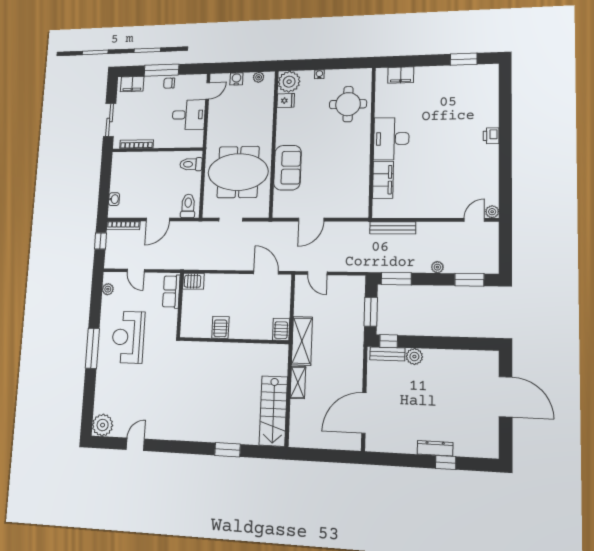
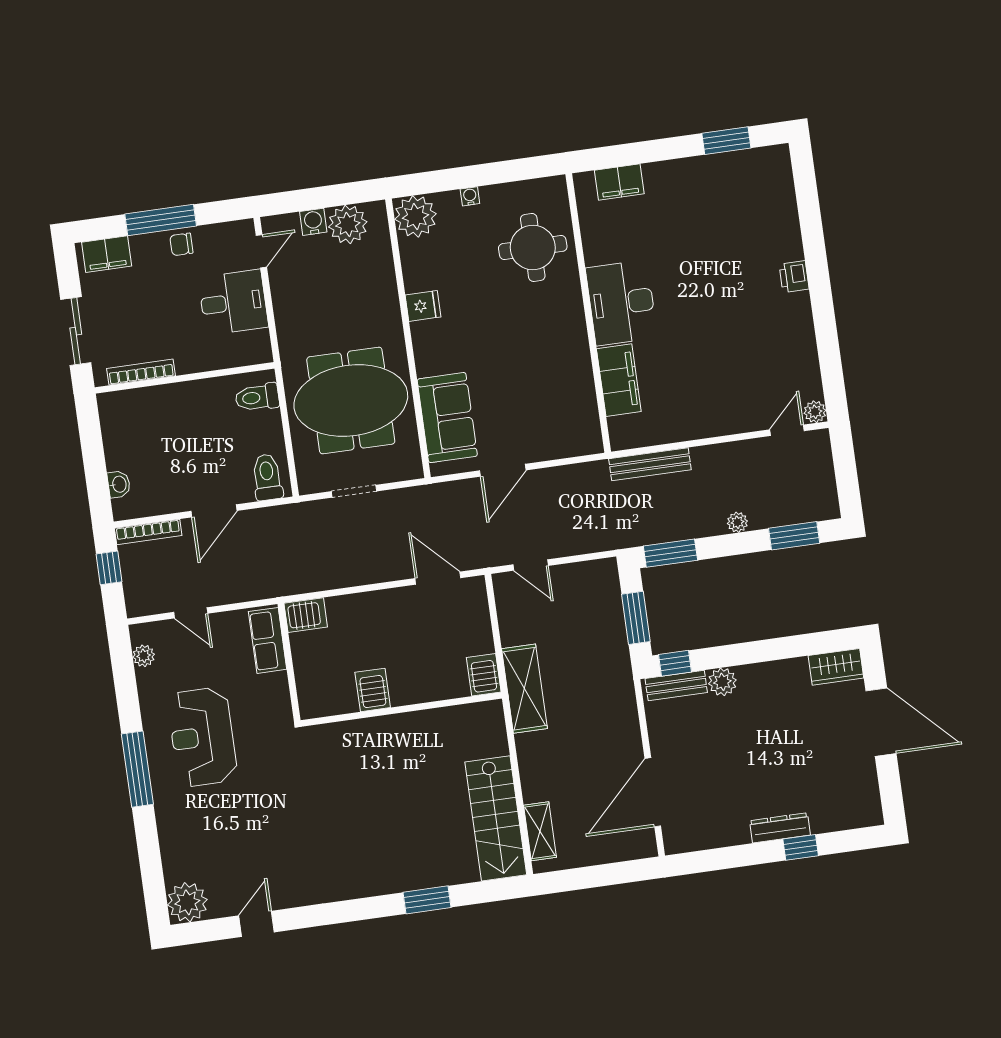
plant: (259, 77) -> (348, 224), width x1.88, depth x1.88
fridge: (286, 101) -> (423, 306), moved
sofa: (287, 168) -> (447, 418), moved
wardrobe: (483, 359) -> (836, 667), added
shelving: (298, 382) -> (540, 831), moved

